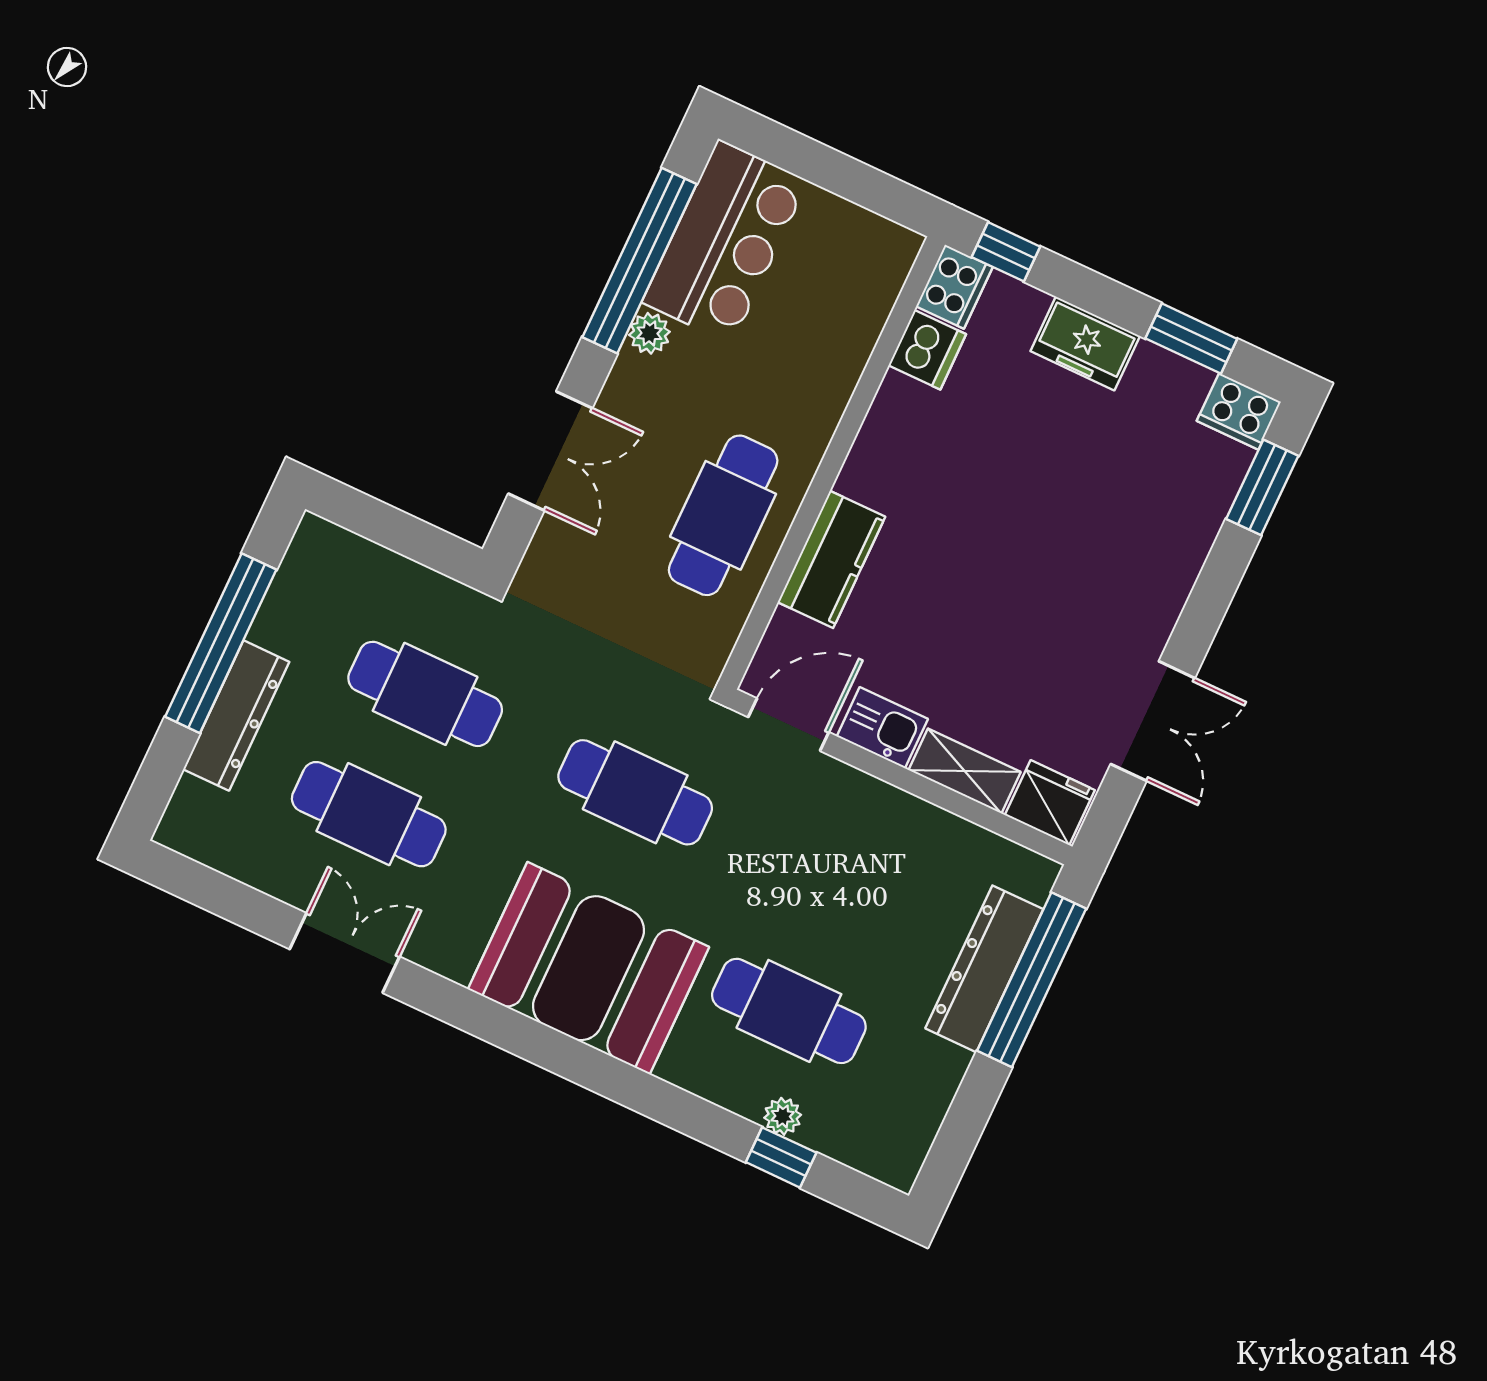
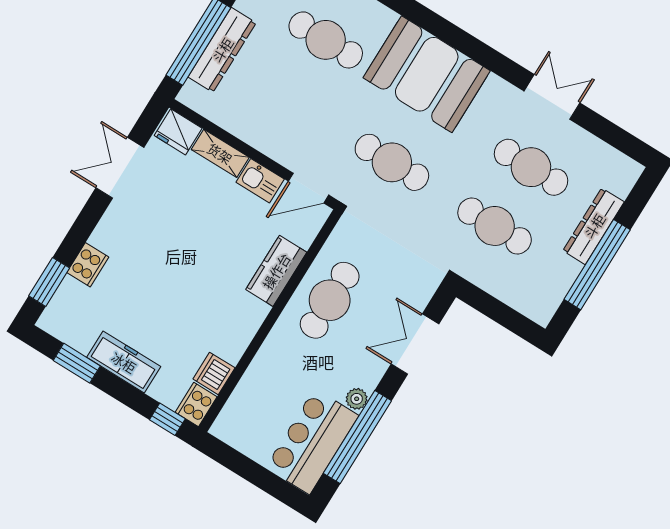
freezer: (1085, 344) -> (124, 362), width x1.40
cooker: (1239, 411) -> (88, 265), moved, turned 90
double door: (345, 953) -> (552, 97), swing flipped

